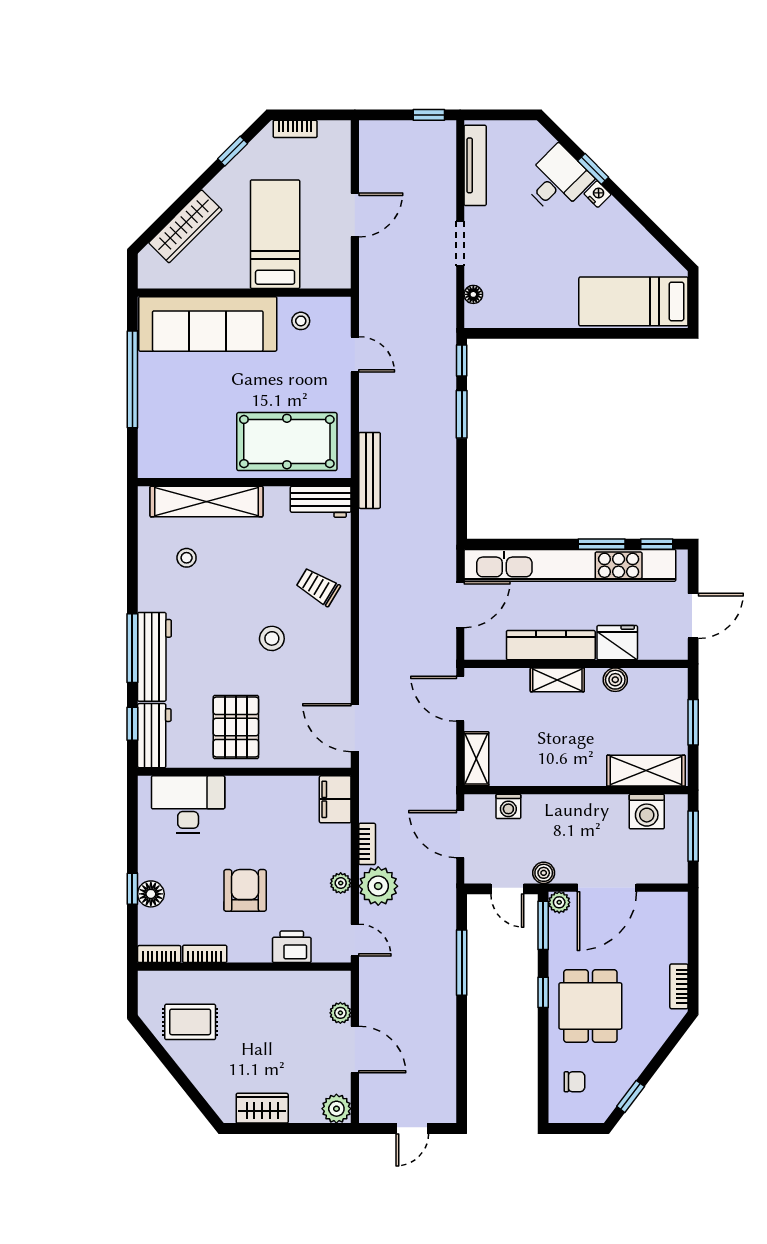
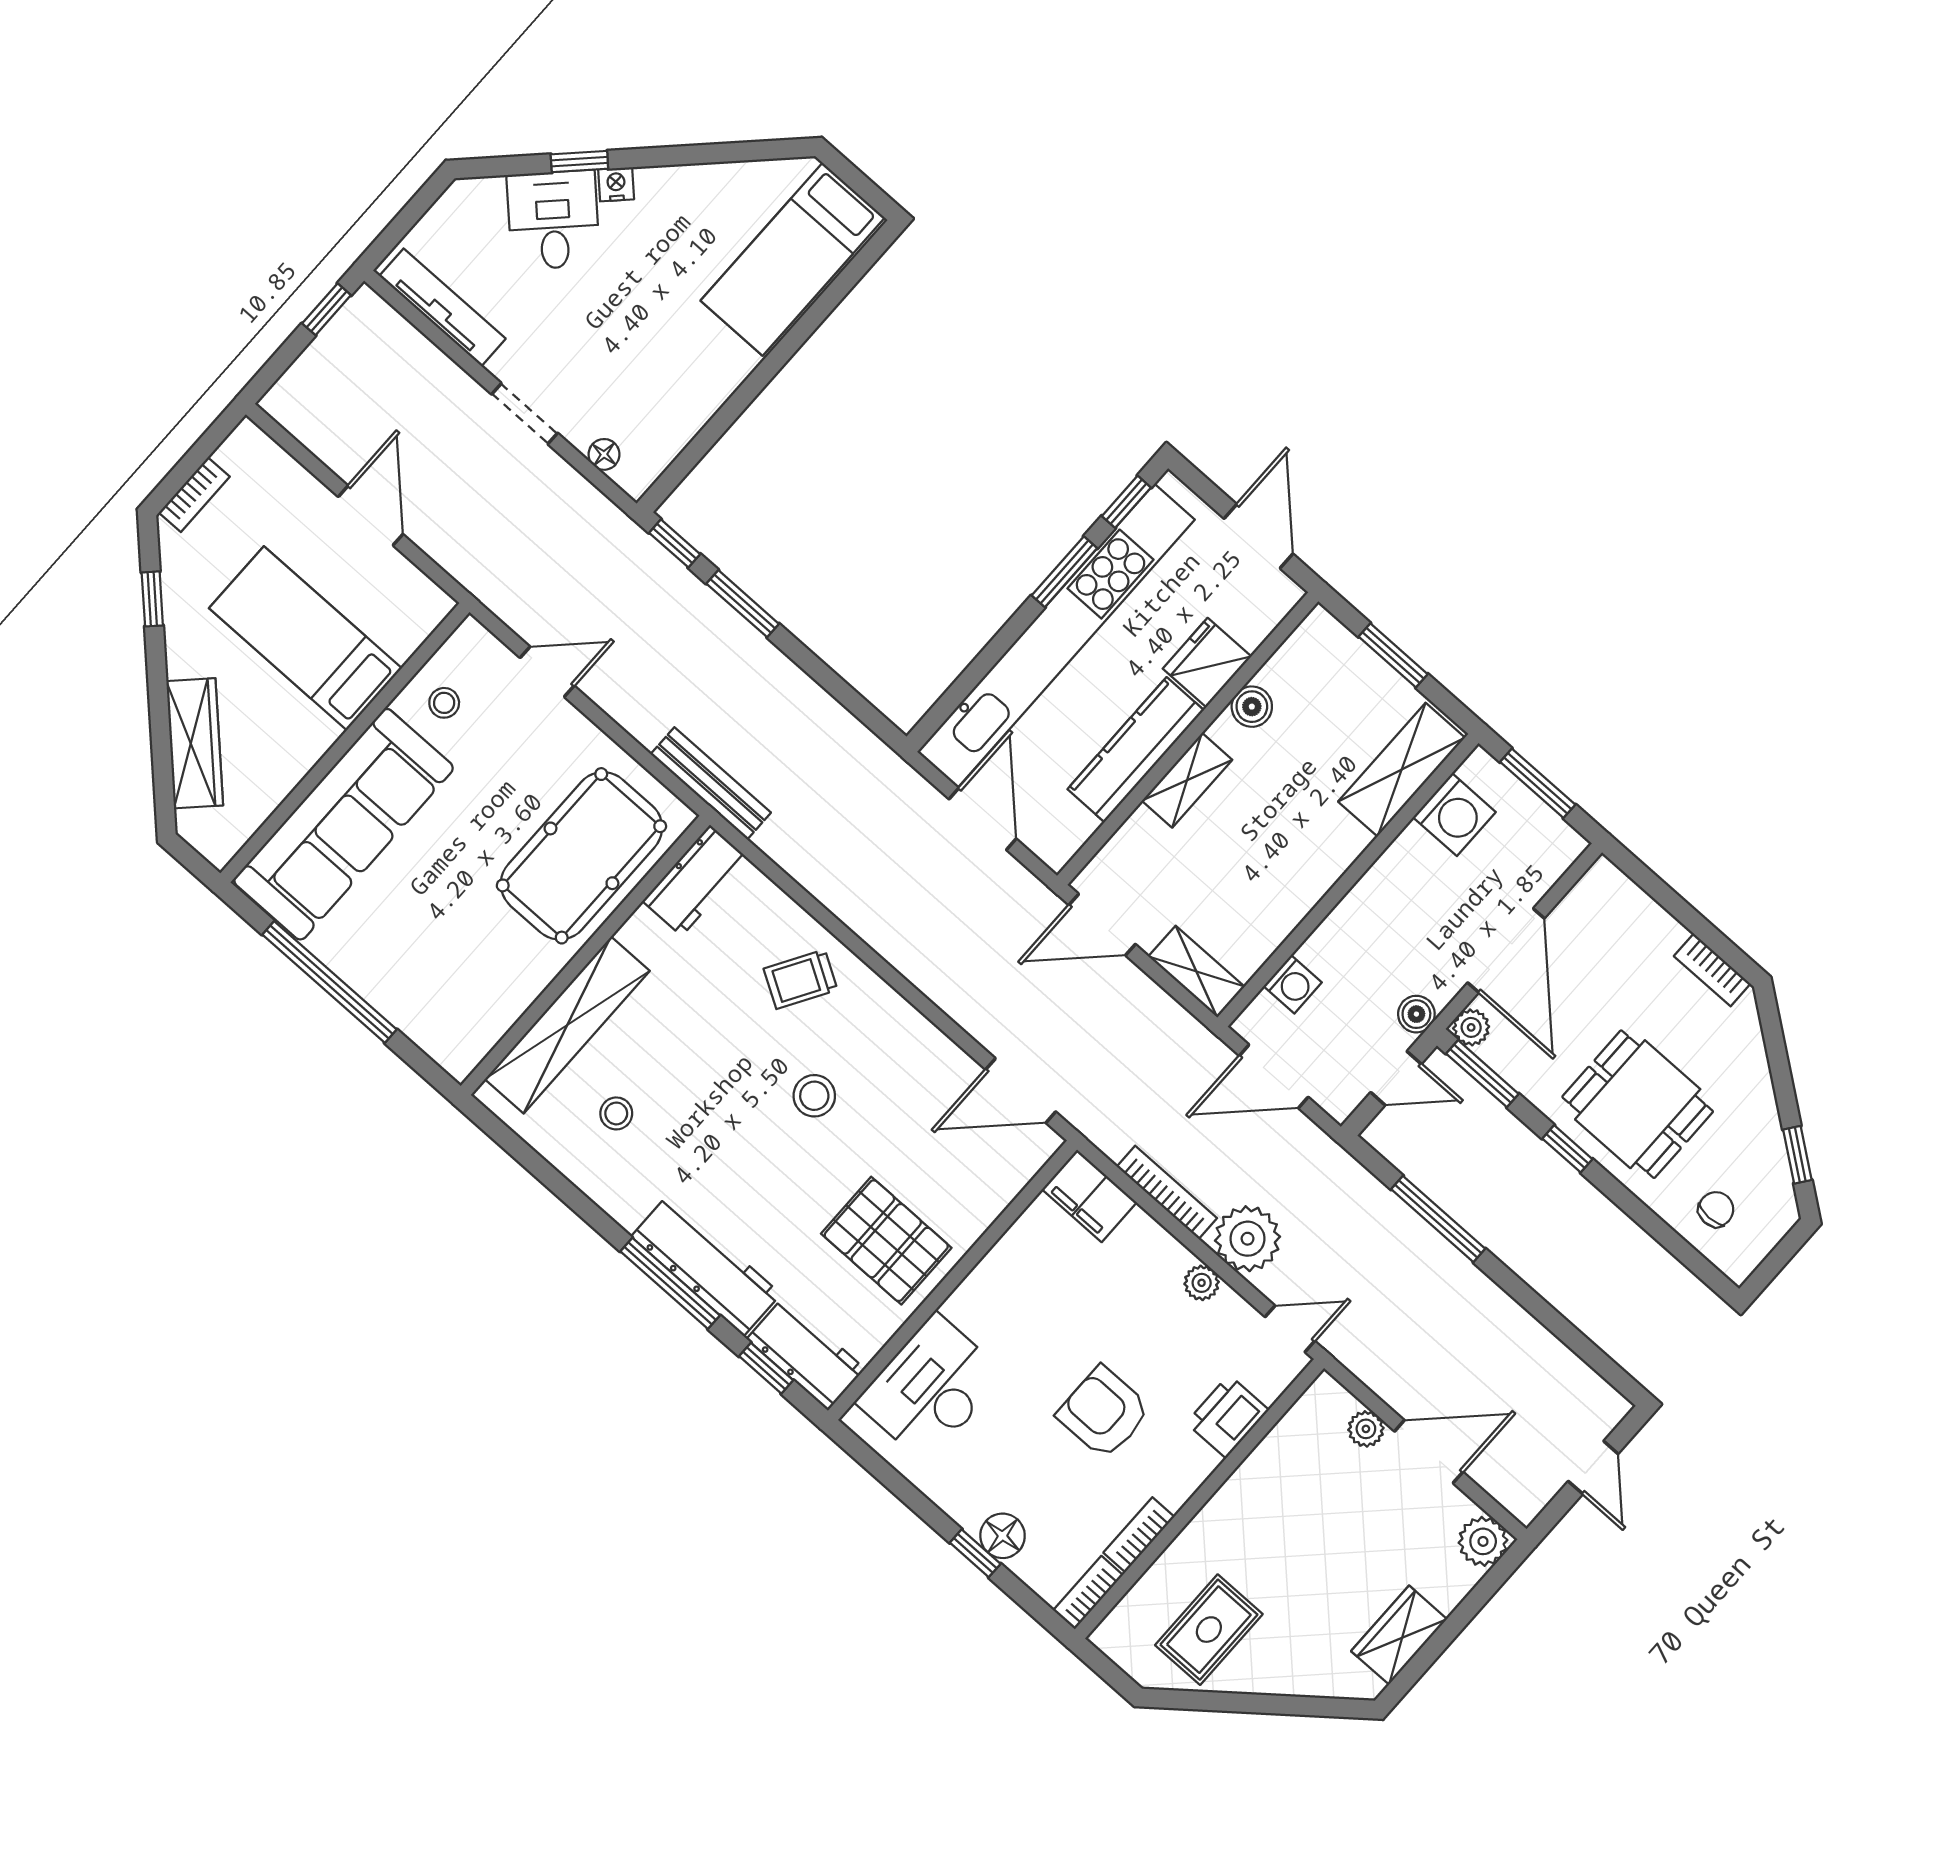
bookcase: (367, 844) -> (1167, 1192), width x1.56

